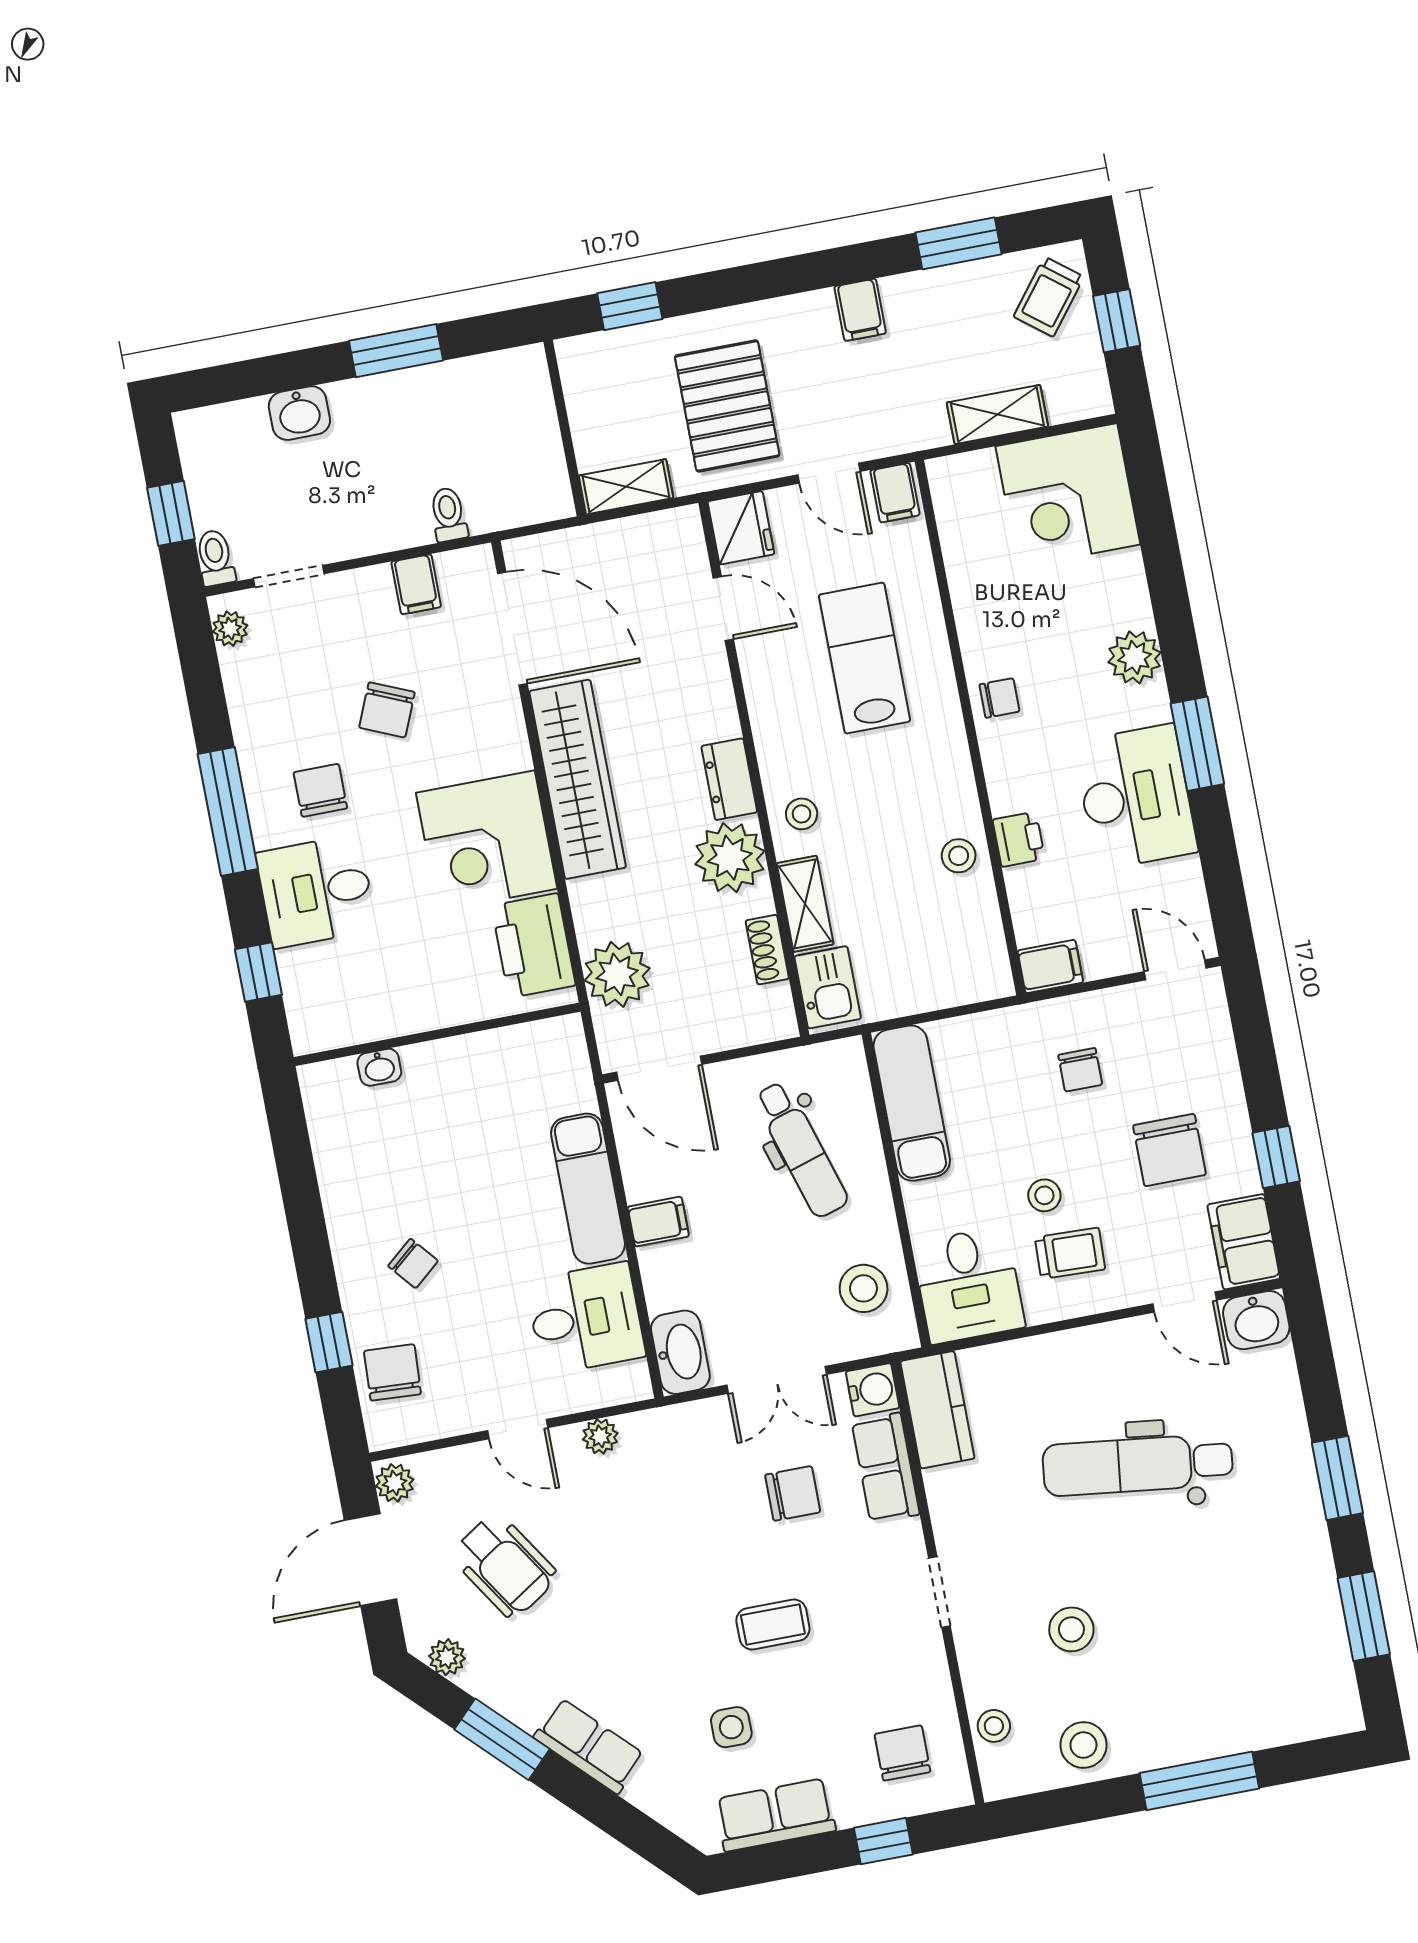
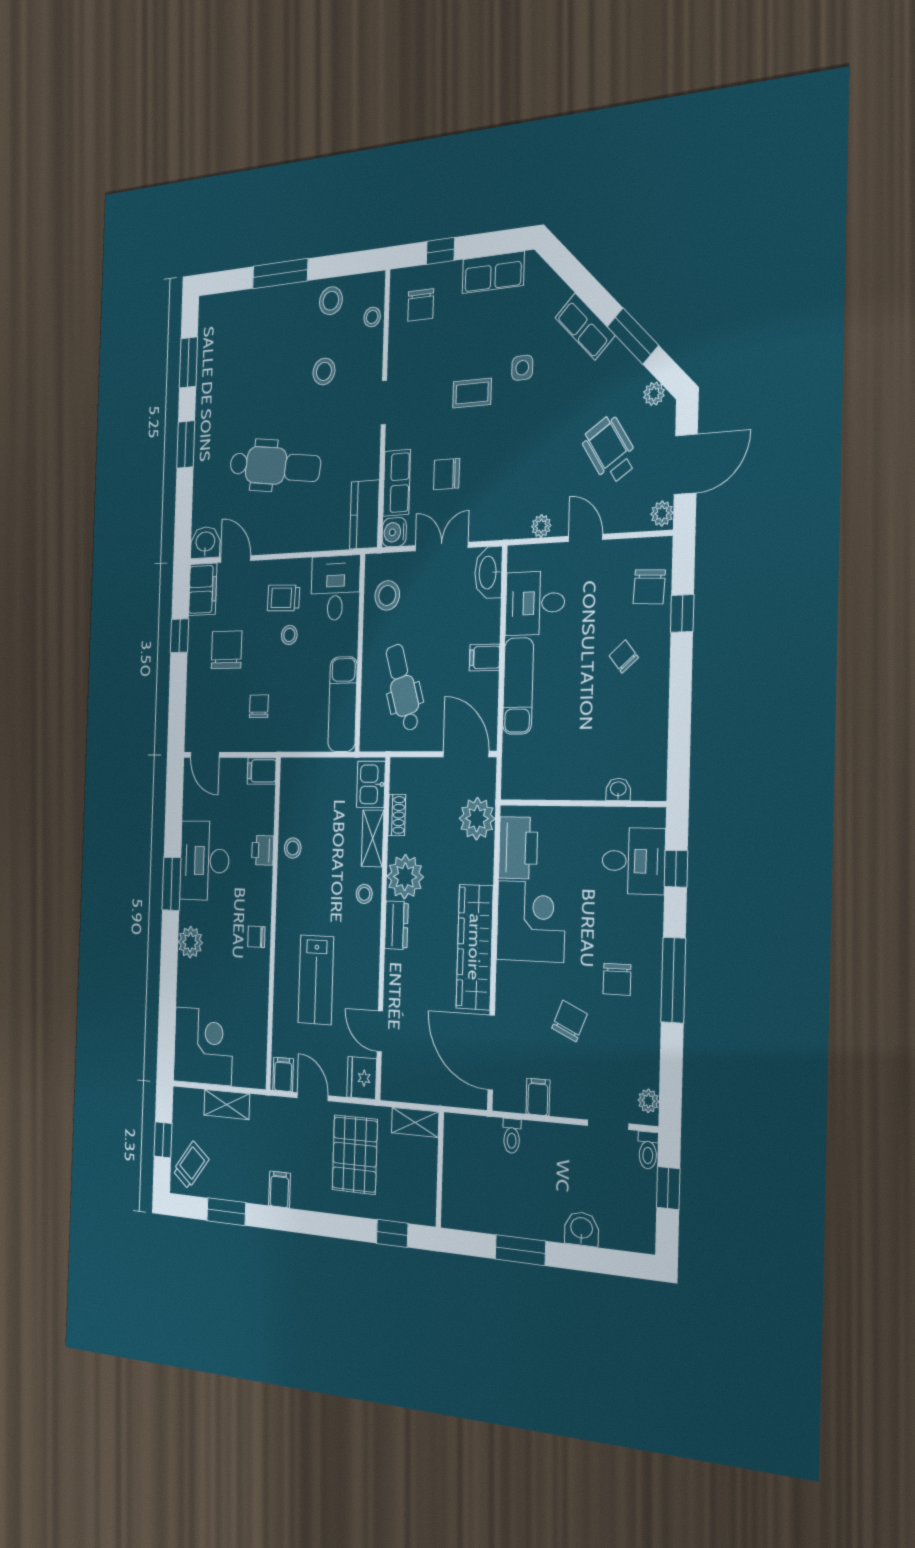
desk: (316, 891) -> (633, 861), moved
side table: (731, 1727) -> (522, 368), moved

